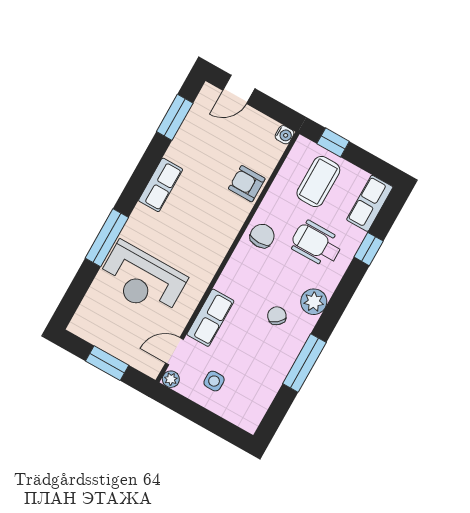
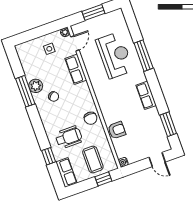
door: (239, 89) -> (157, 160), swing flipped
reception desk: (142, 280) -> (115, 55), turned 90
plant: (314, 302) -> (36, 86), moved

